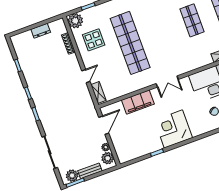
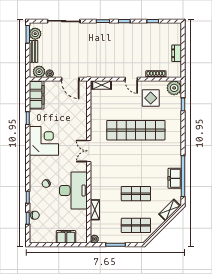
door: (86, 76) -> (131, 79), moved
filing cabinet: (138, 102) -> (37, 95), moved, turned 180

